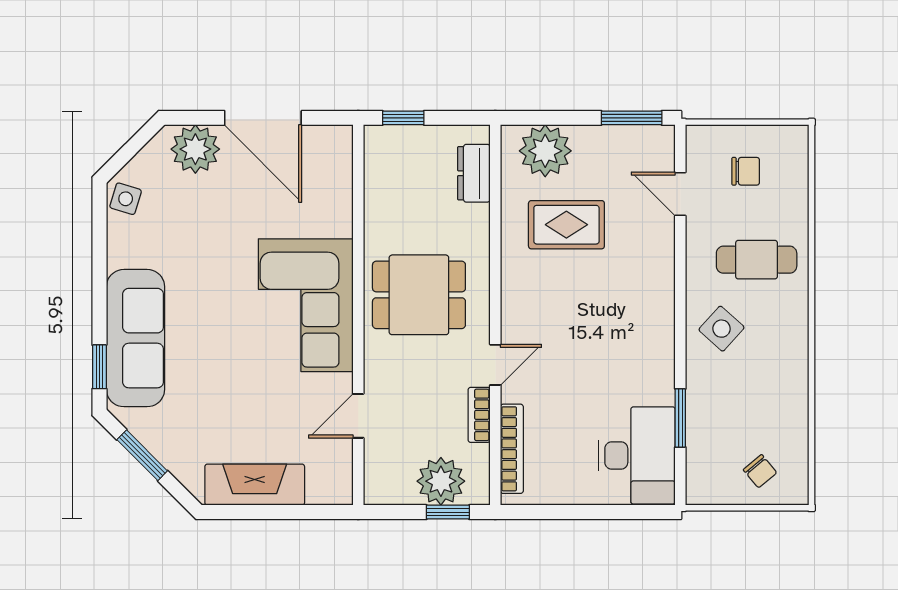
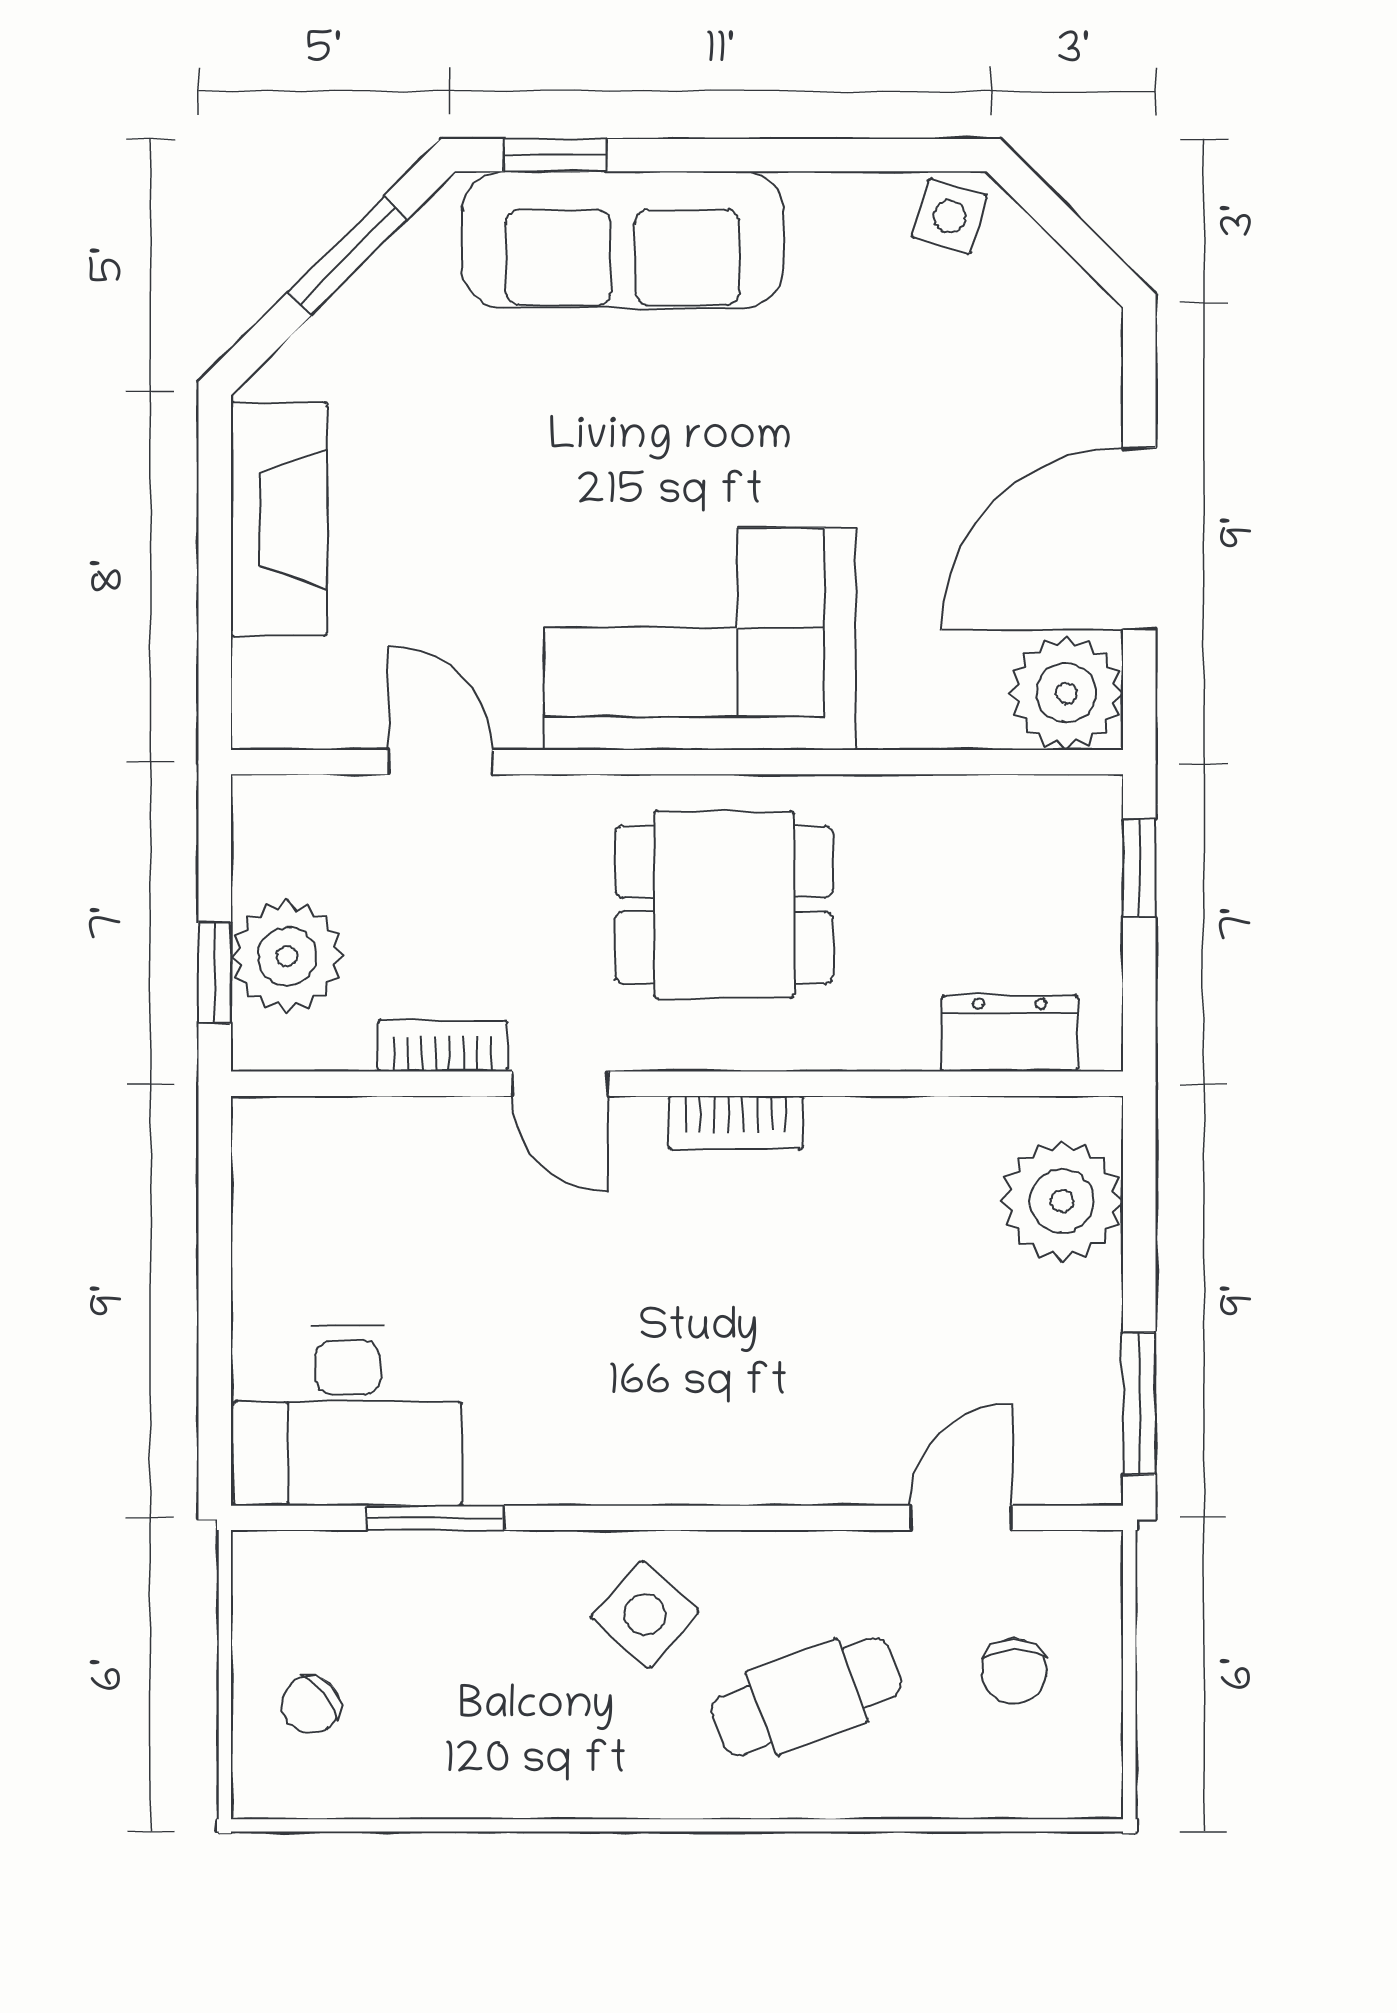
plant: (195, 149) -> (1066, 693), moved
rug: (566, 225) -> (889, 1251), removed
cafe table: (757, 260) -> (807, 1697), turned 69
dining table: (419, 295) -> (724, 905), turned 90
bookcase: (512, 449) -> (736, 1123), moved, width x0.64

